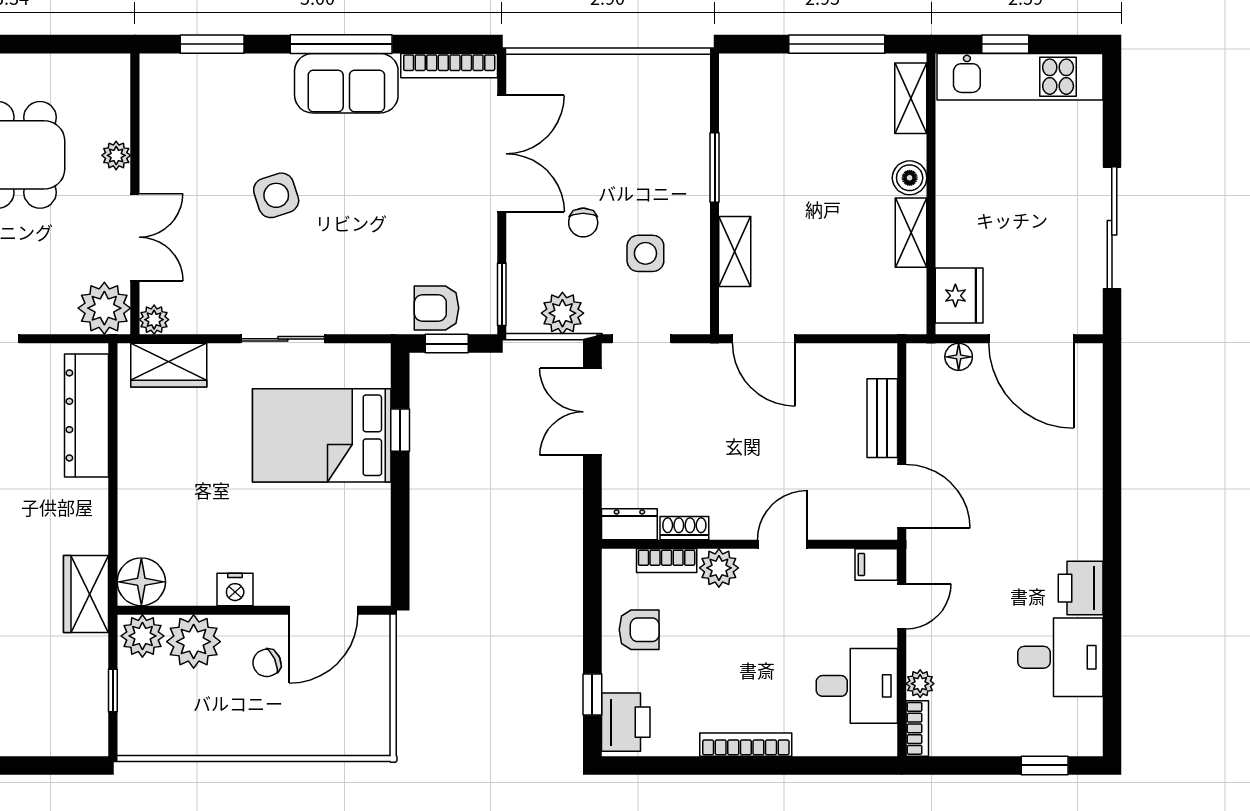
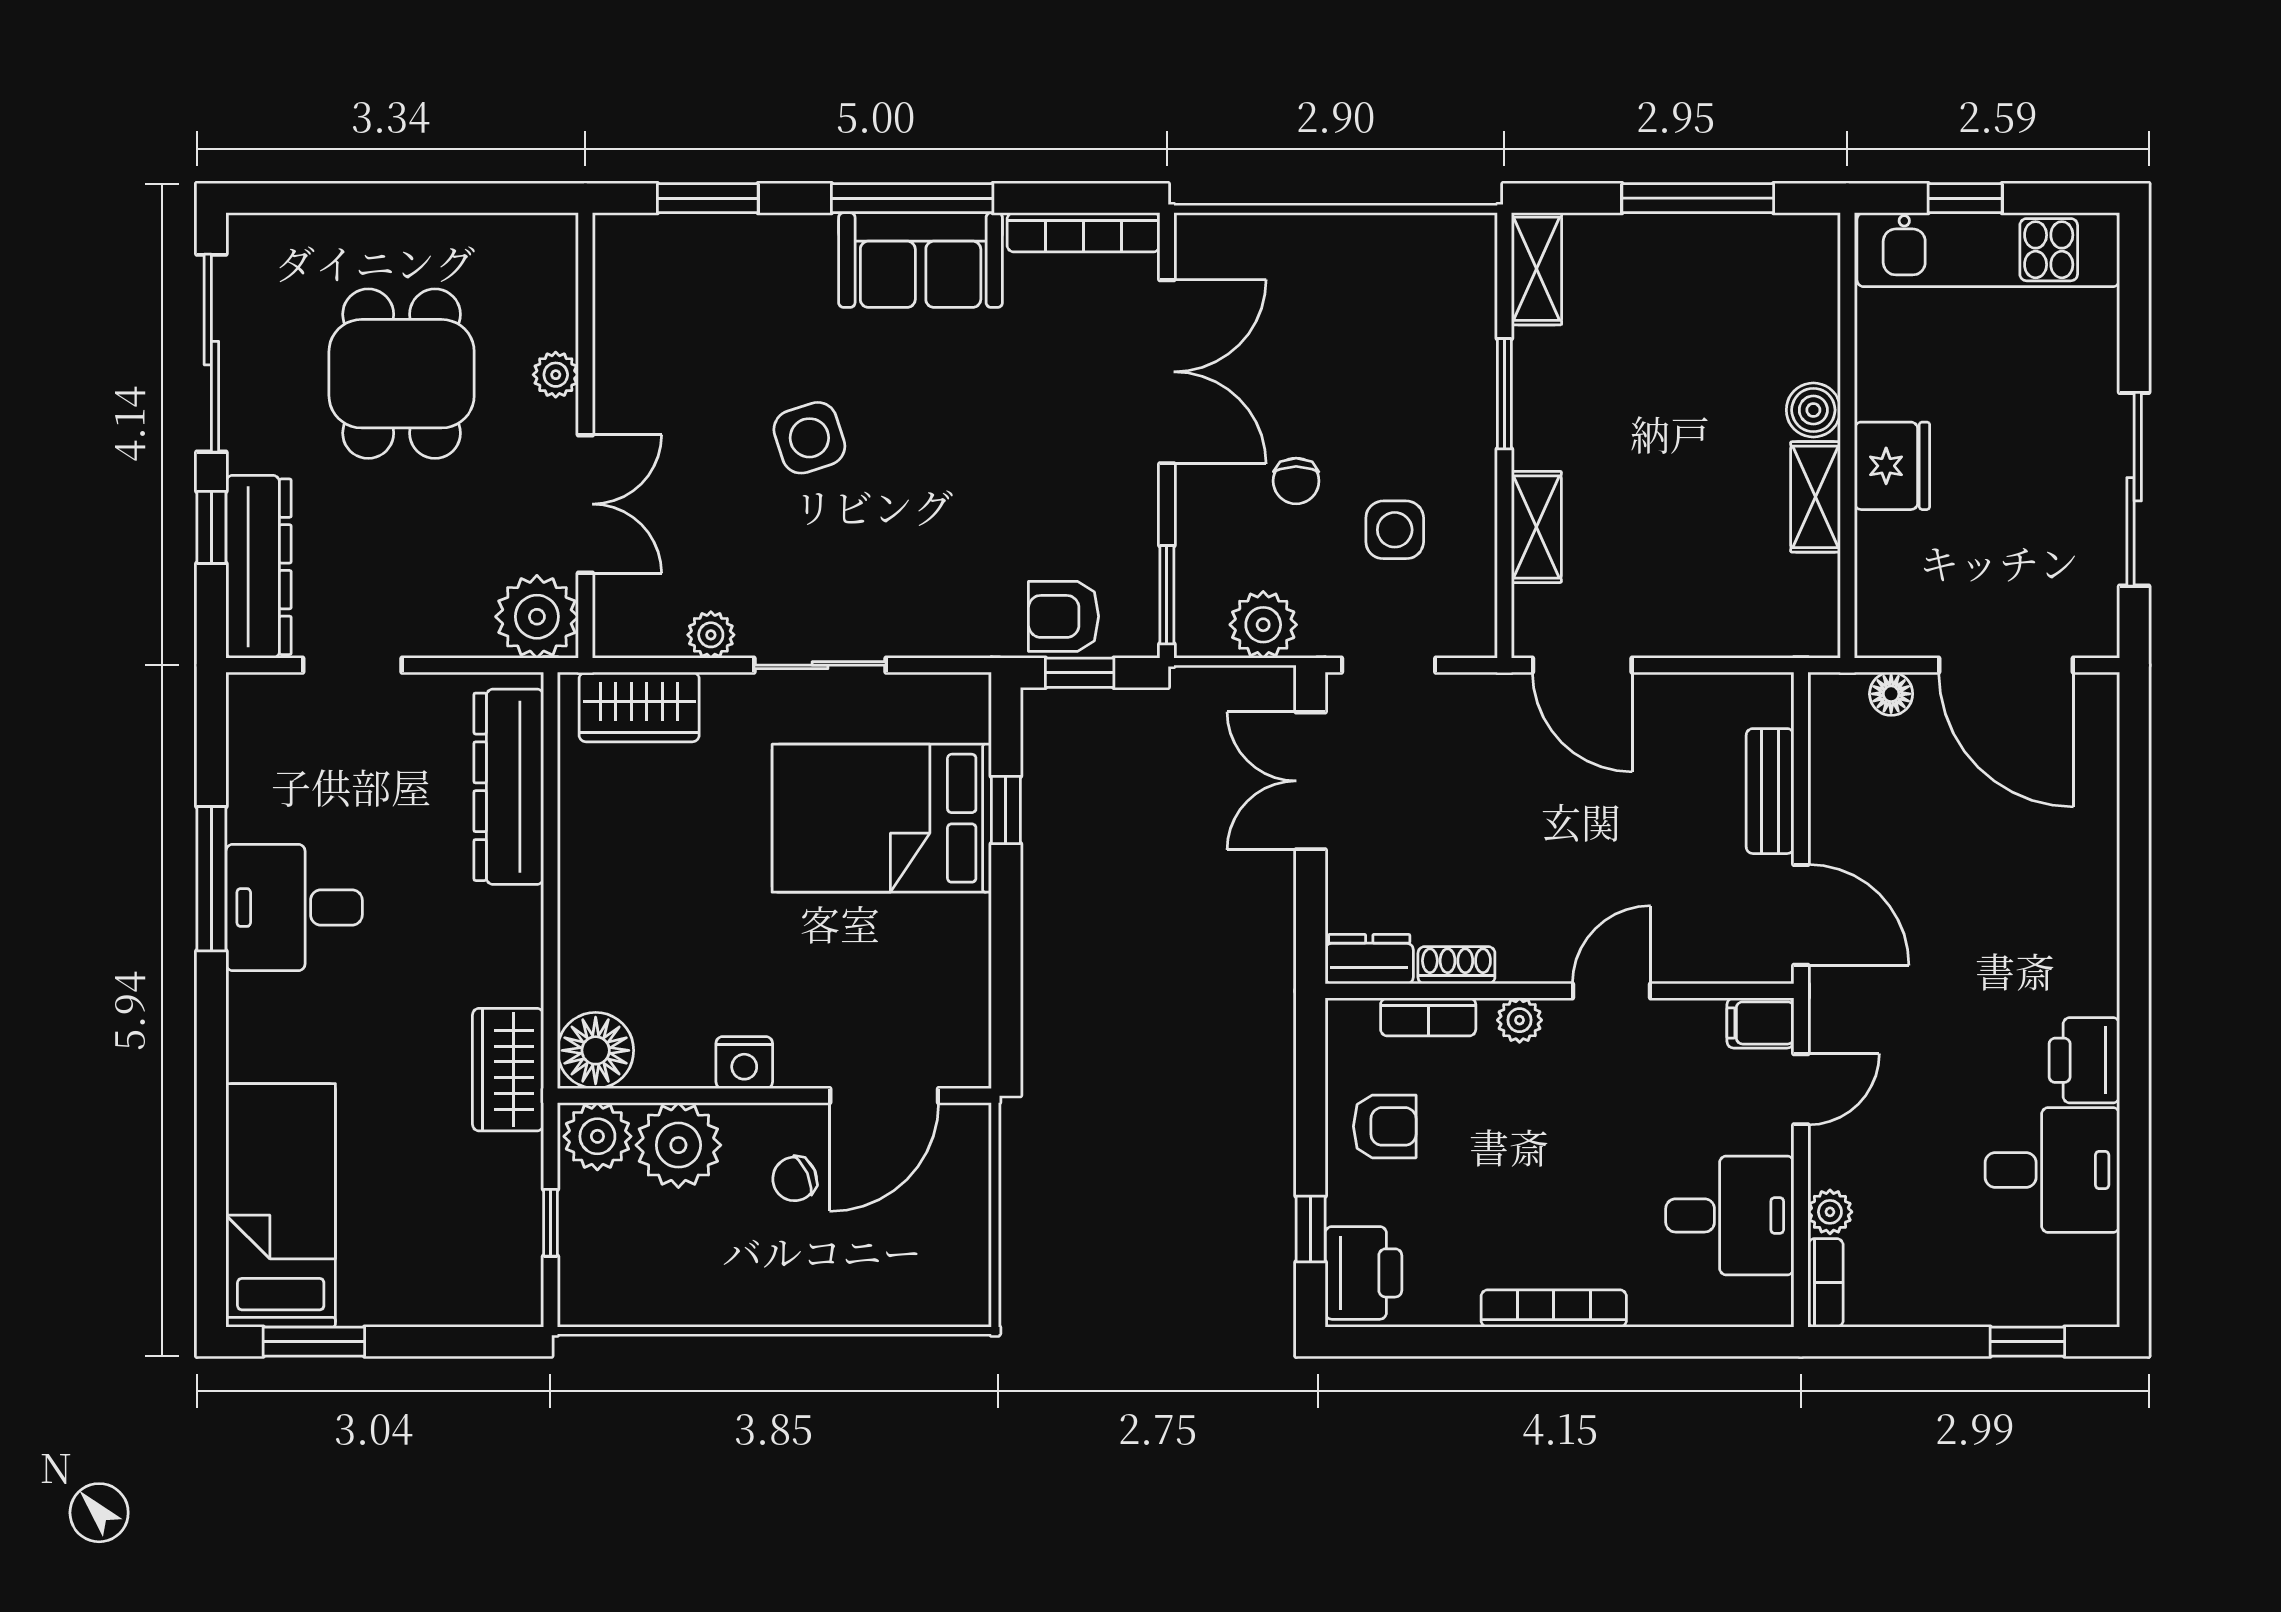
shelving: (911, 98) -> (1536, 269), moved
fridge: (959, 296) -> (1892, 466), moved
plant: (154, 320) -> (711, 635), moved
plant: (719, 568) -> (1520, 1020), width x0.73, depth x0.73

